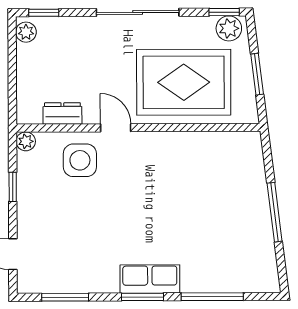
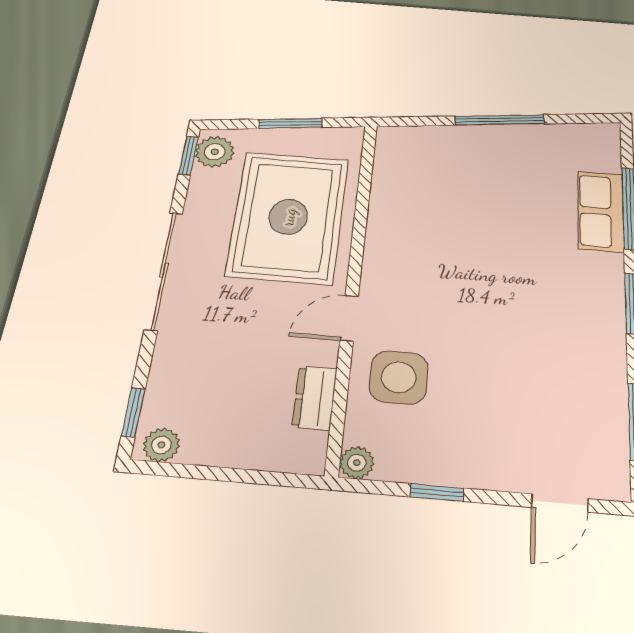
row of seats: (150, 279) -> (601, 211), moved

